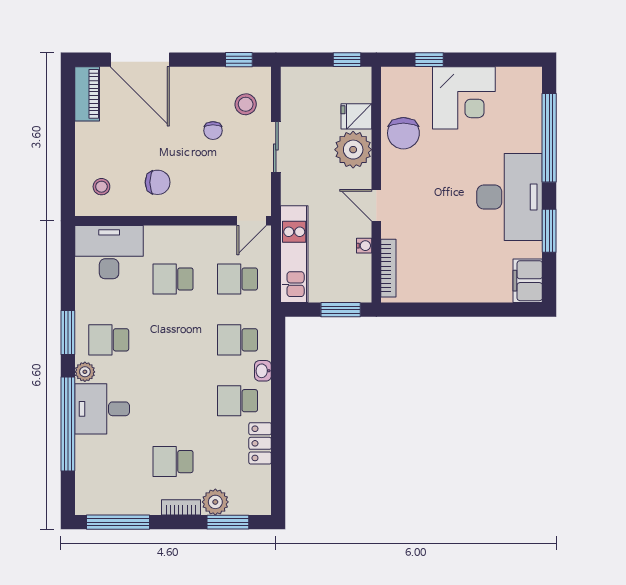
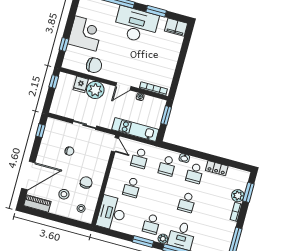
stool: (246, 104) -> (64, 194), moved
school desk: (173, 462) -> (187, 202), moved

